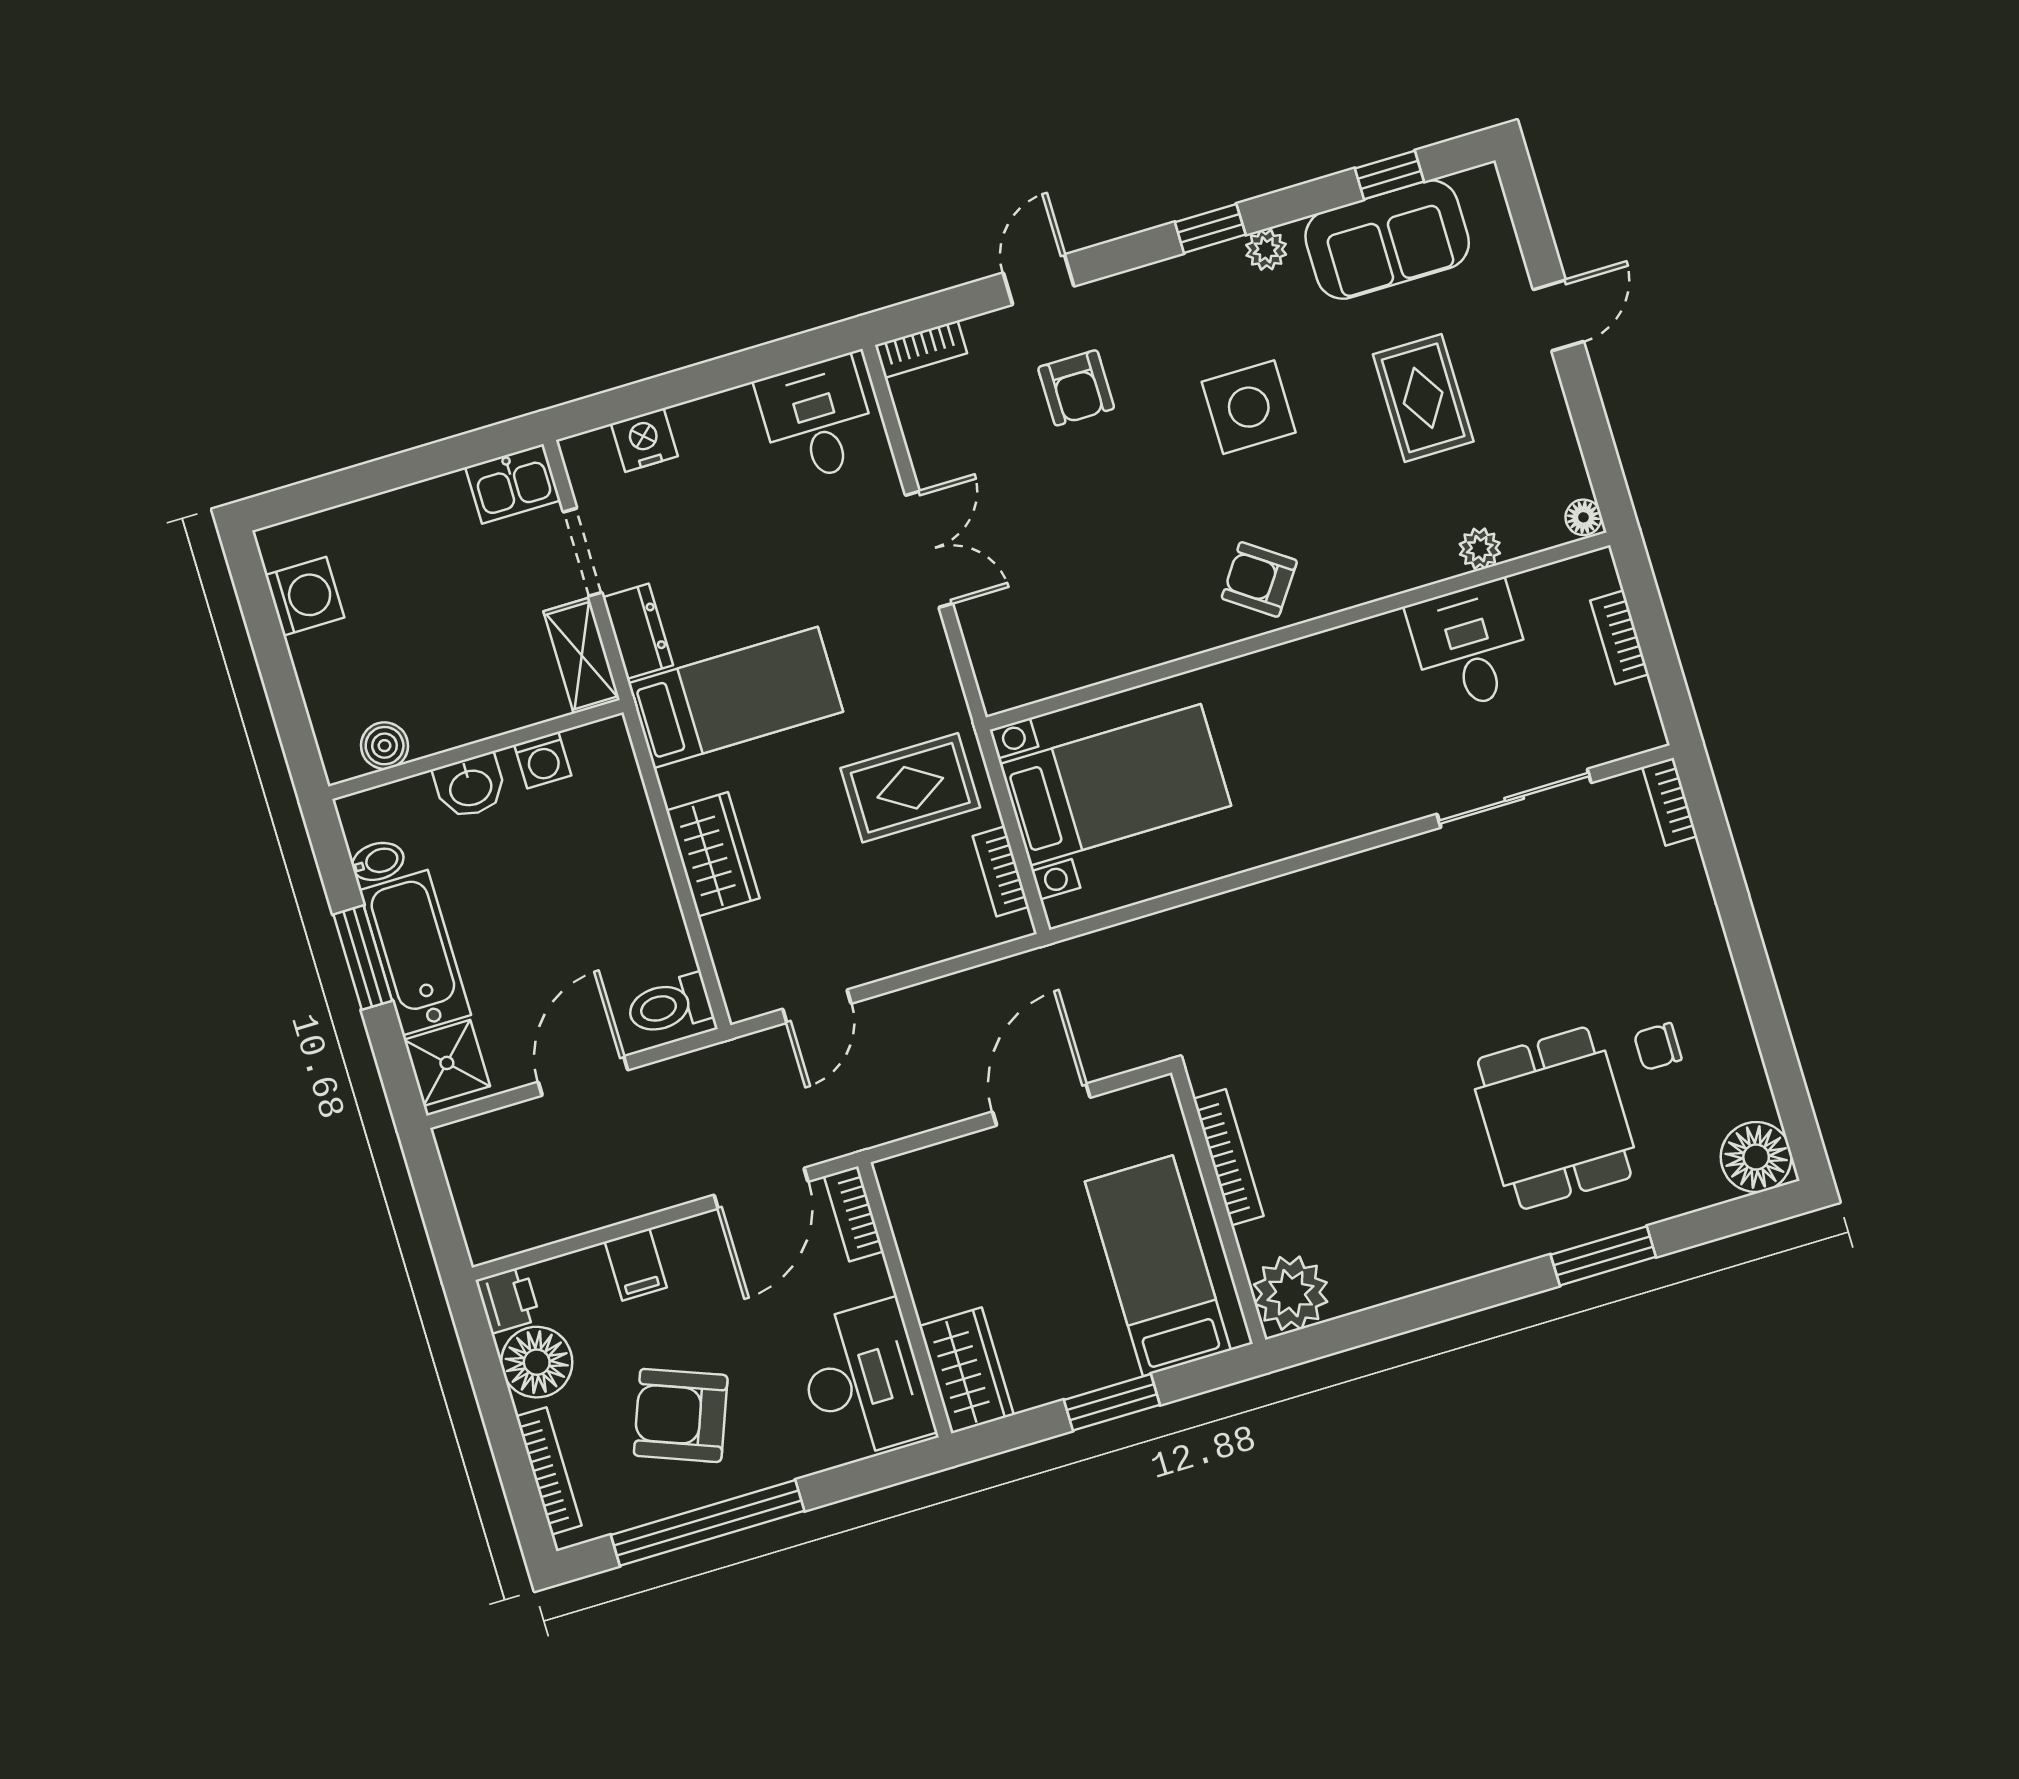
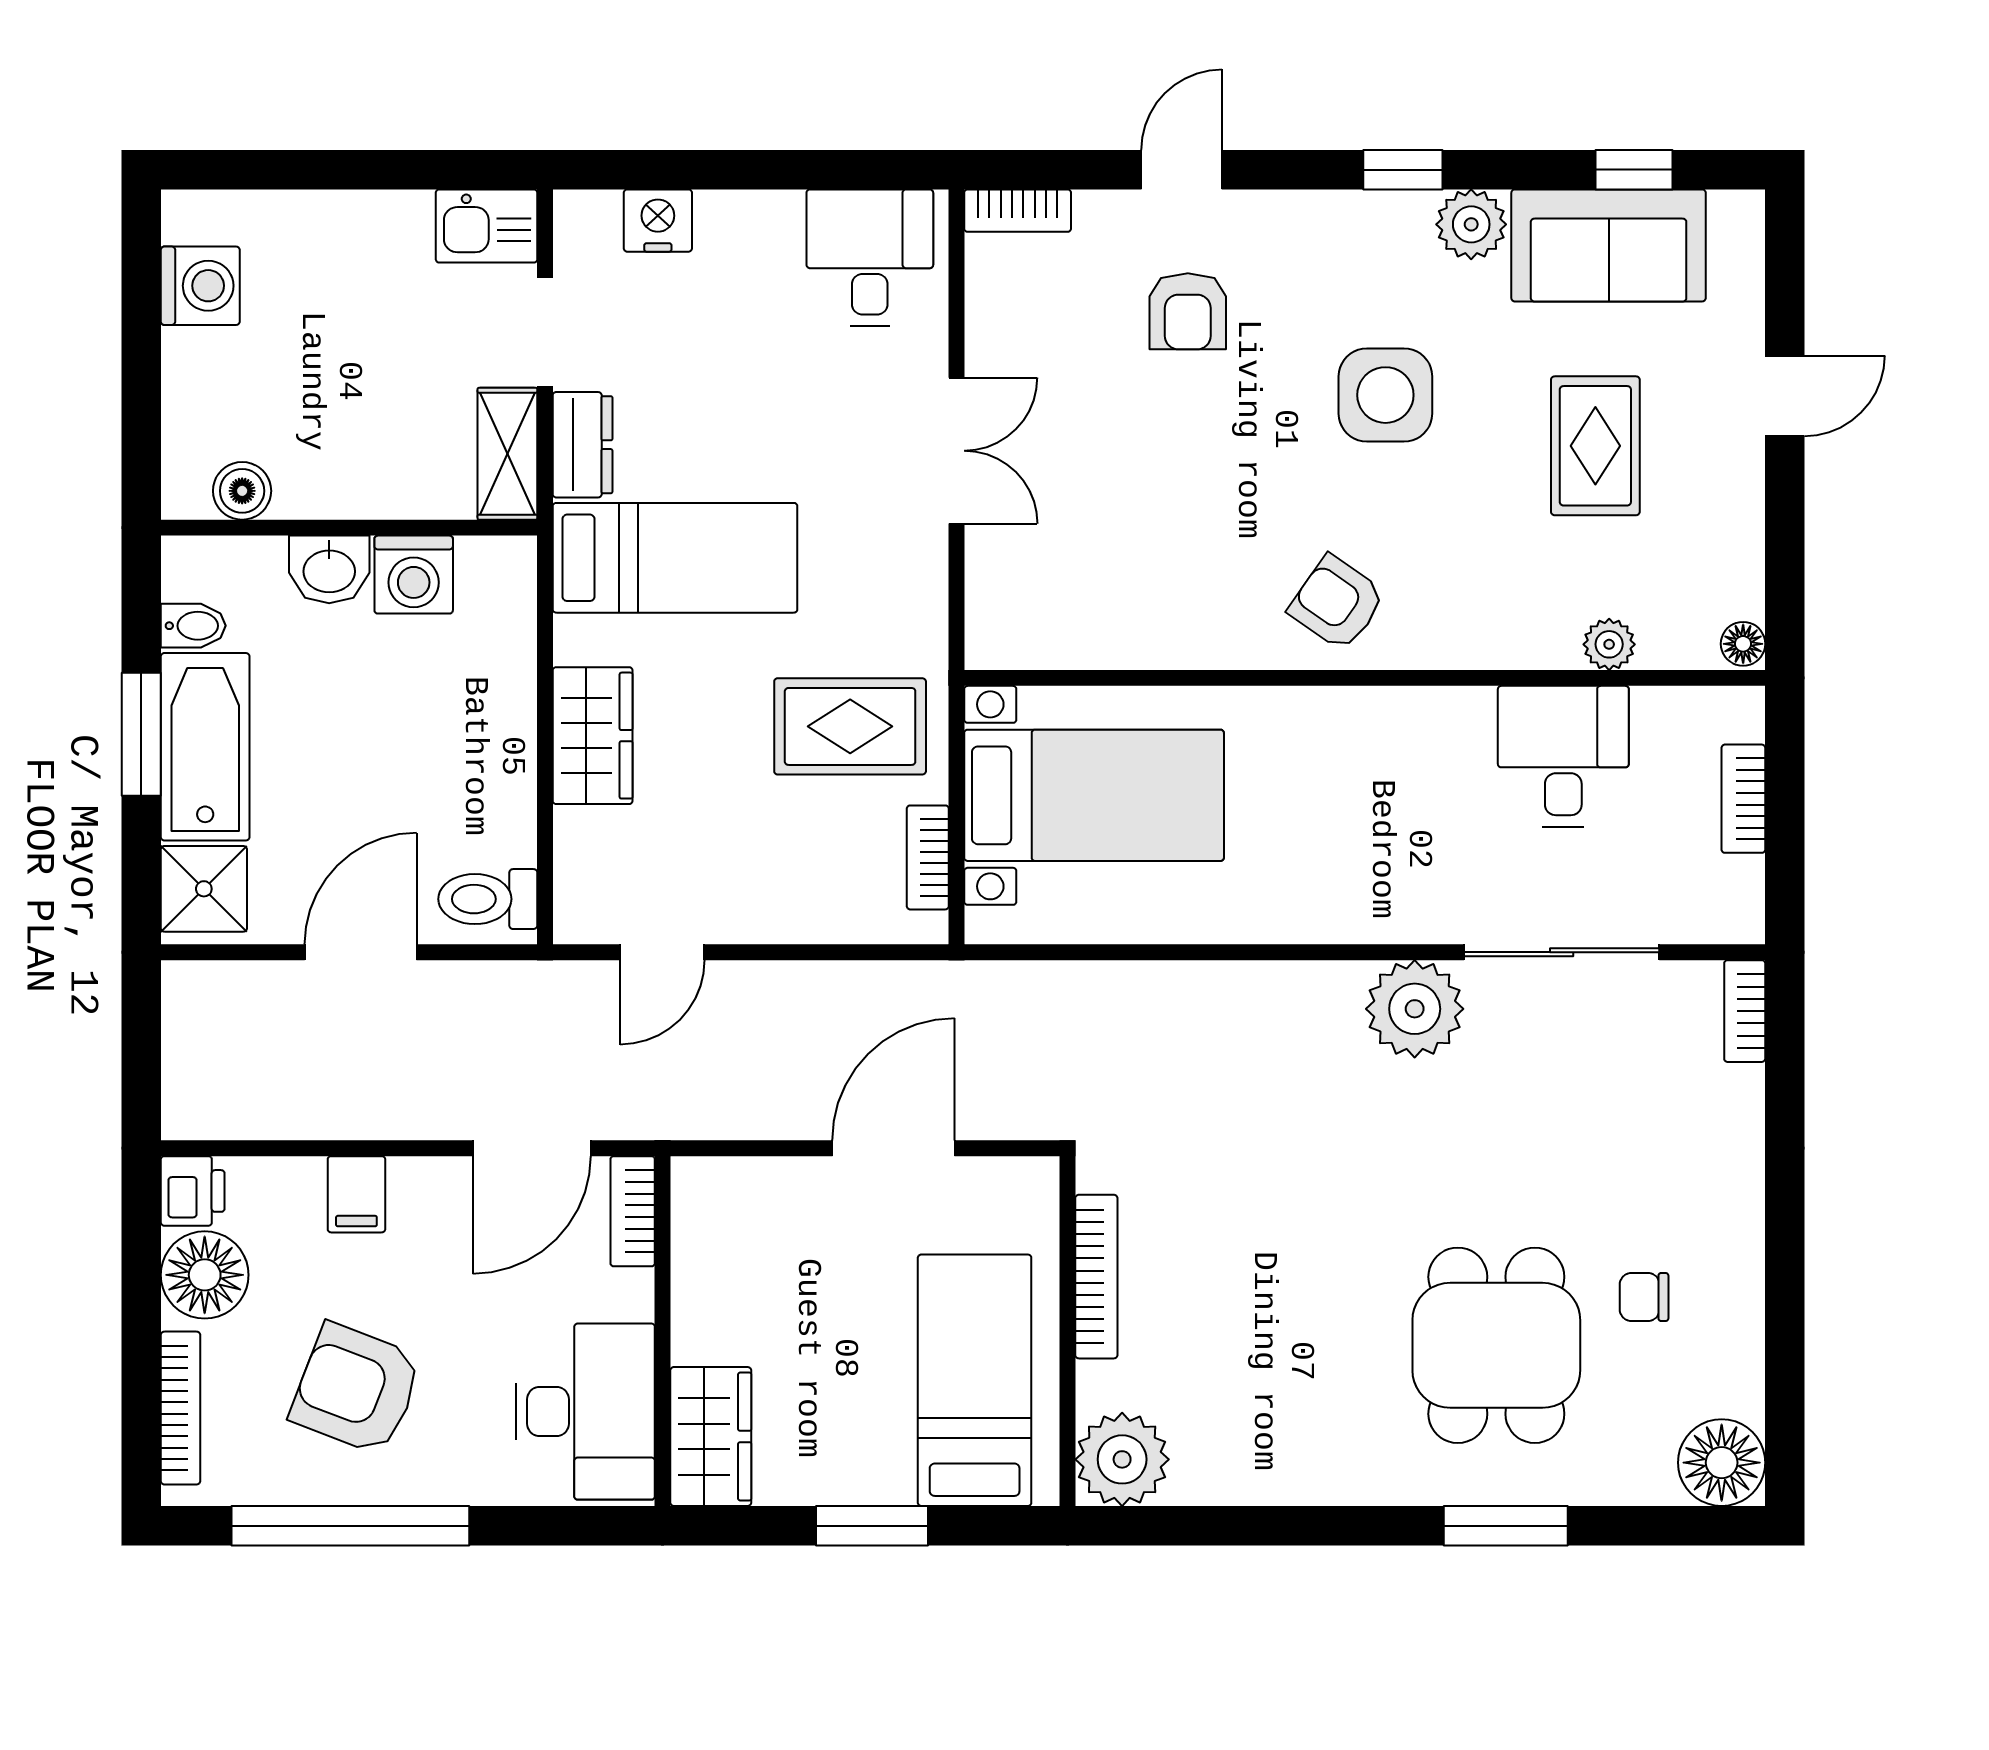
plant: (1266, 250) -> (1471, 224), width x1.38, depth x1.38
washing machine: (543, 760) -> (414, 575), width x1.38, depth x1.38
plant: (1413, 876) -> (1415, 1009), added

